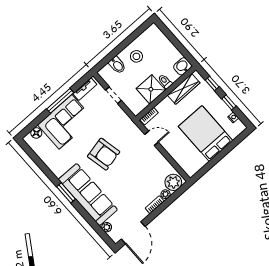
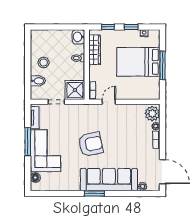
shower: (151, 89) -> (75, 90), moved
window: (220, 156) -> (163, 65), added

